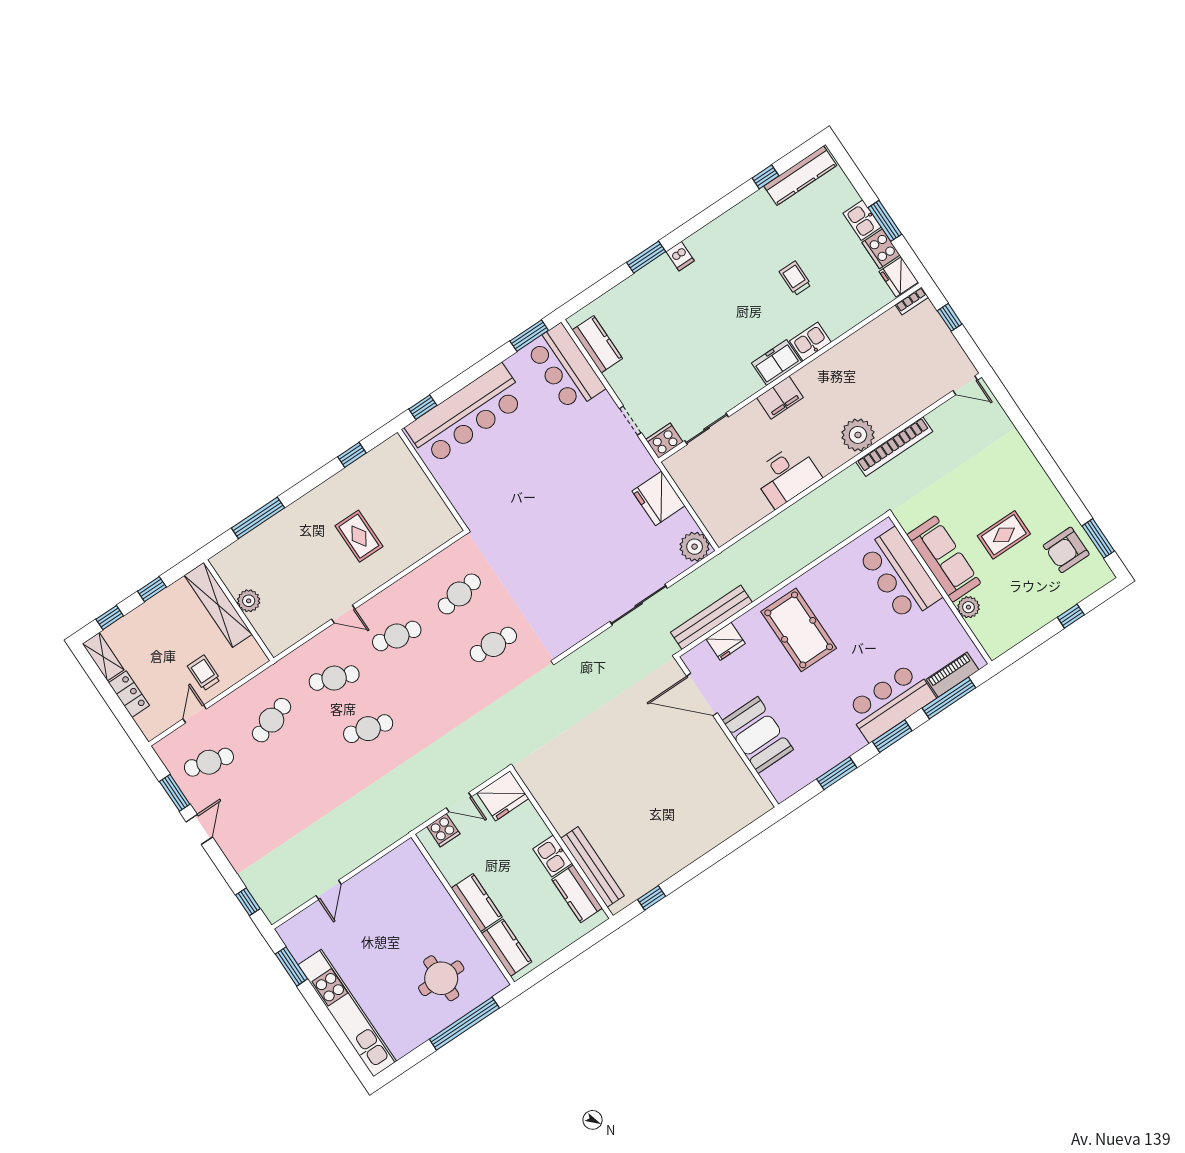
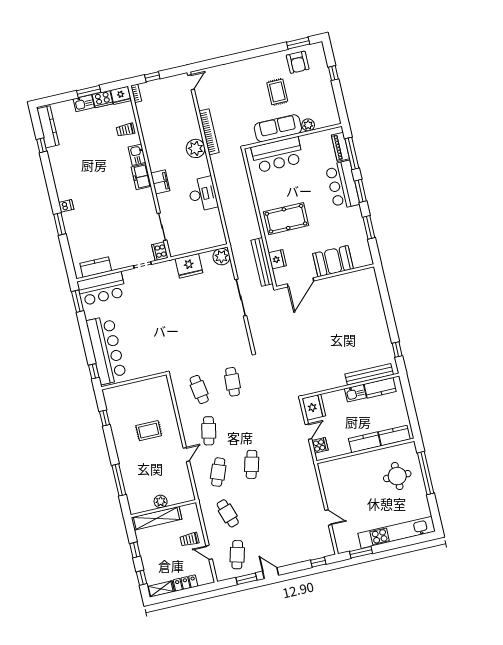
trolley: (795, 278) -> (125, 130), moved

